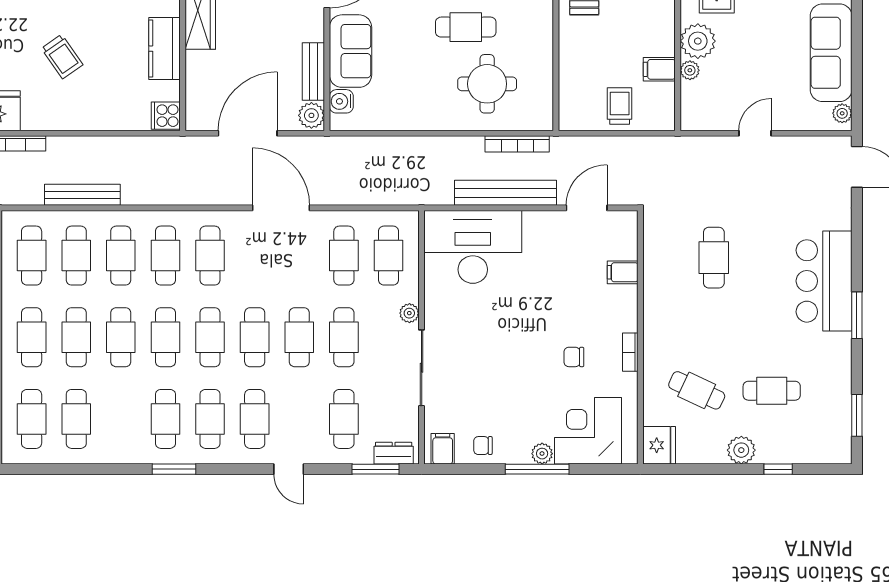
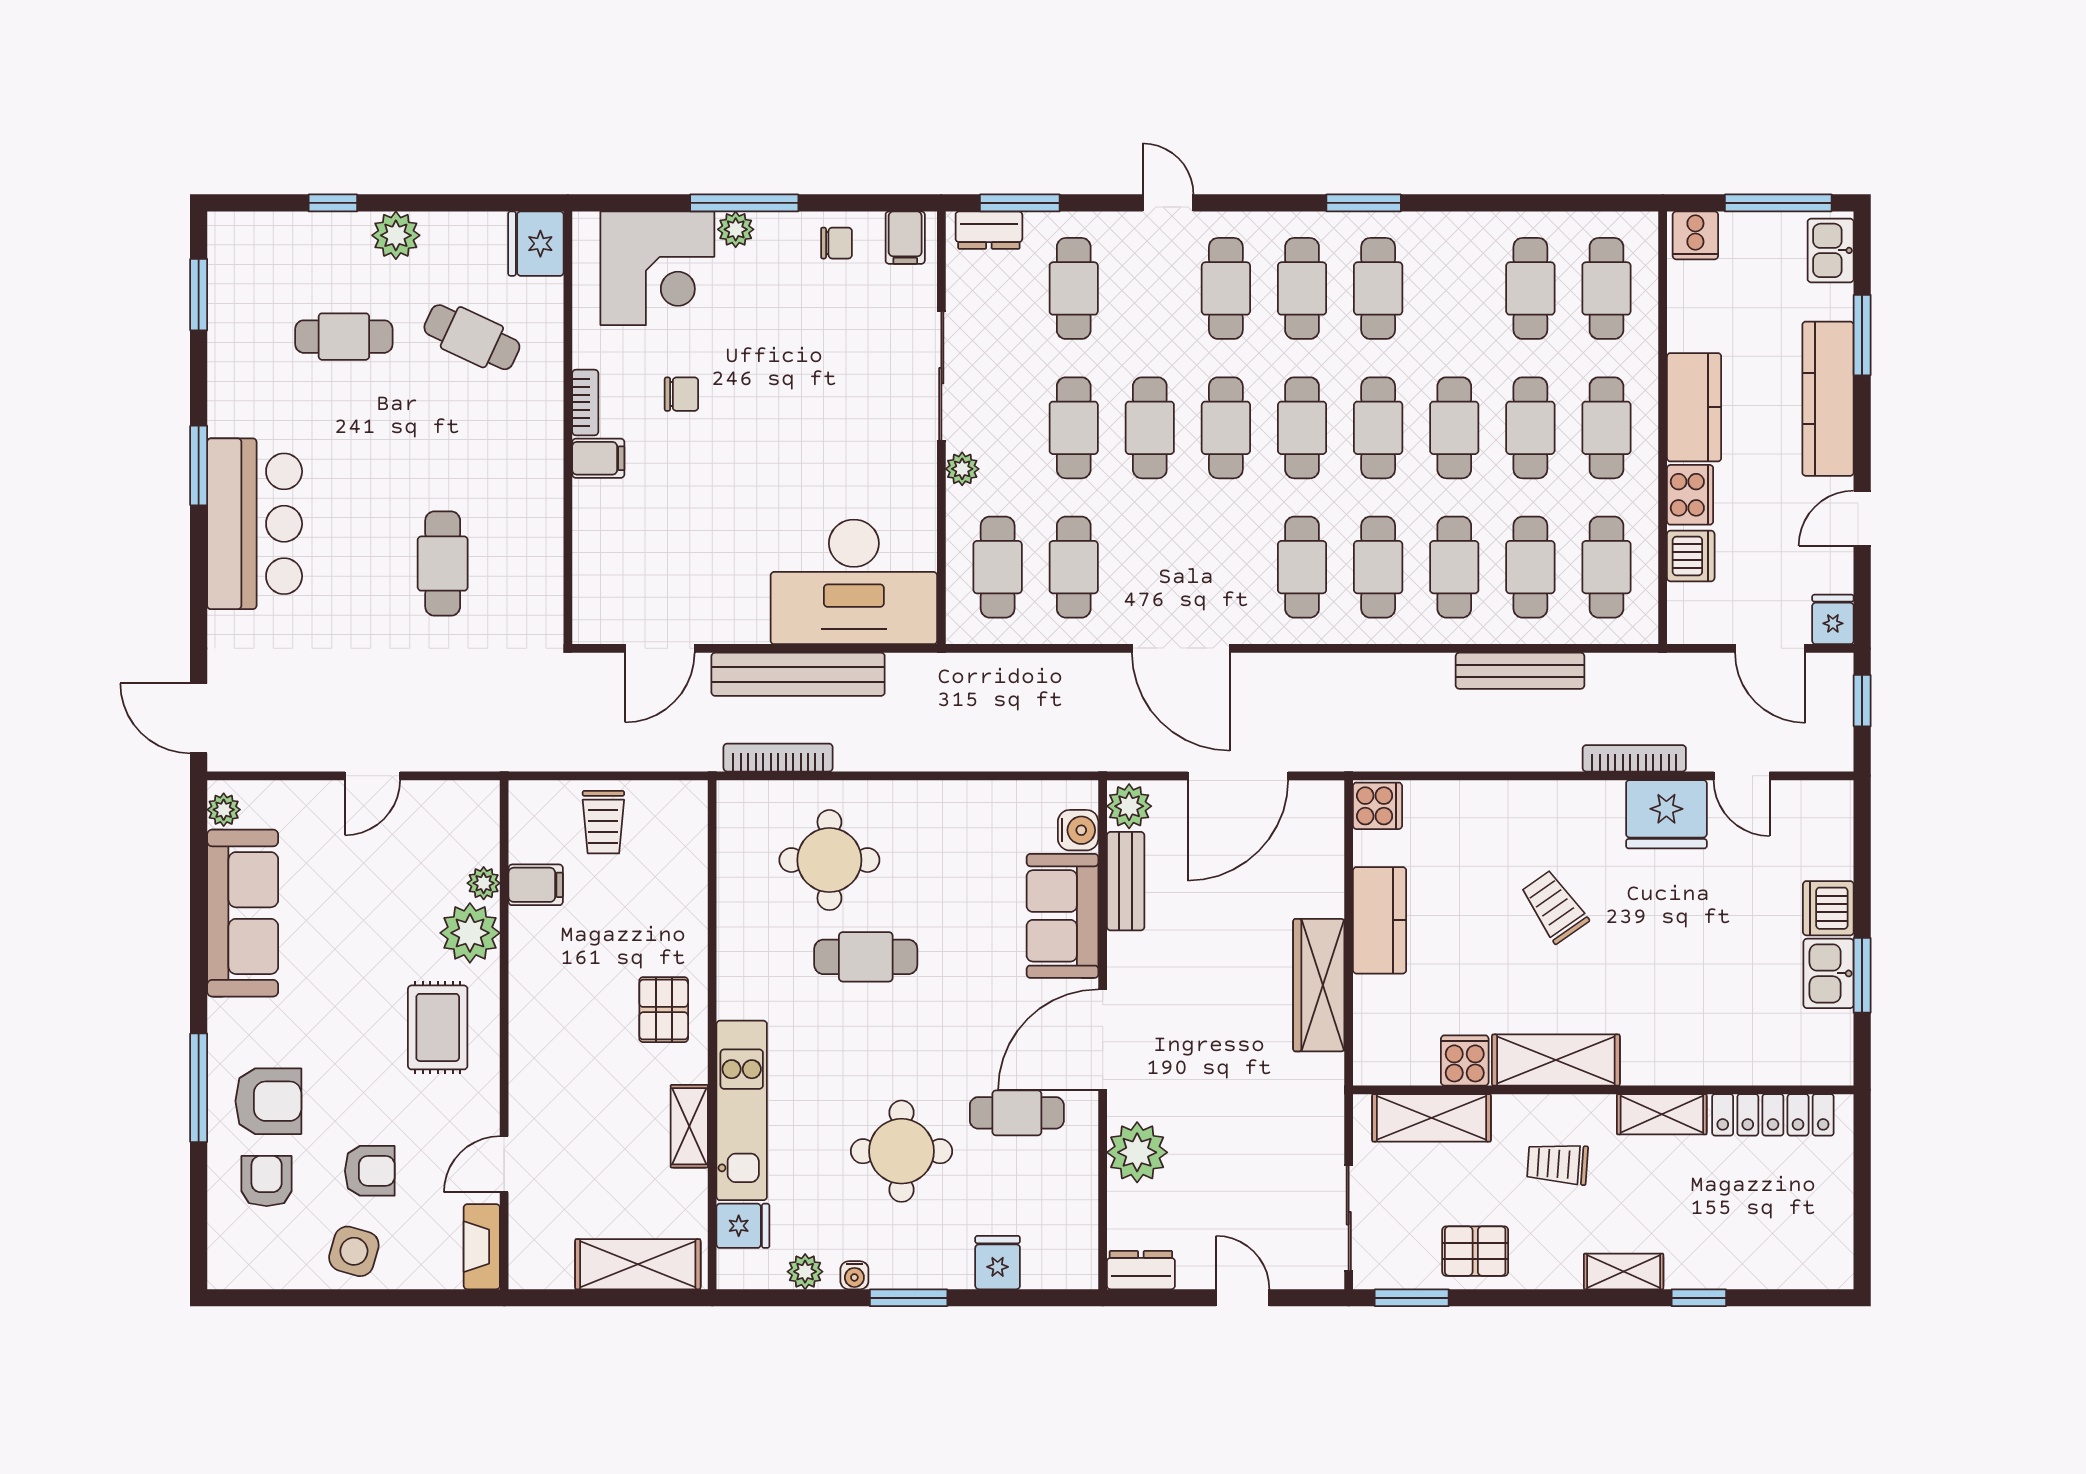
filing cabinet: (623, 272) -> (598, 458), moved

